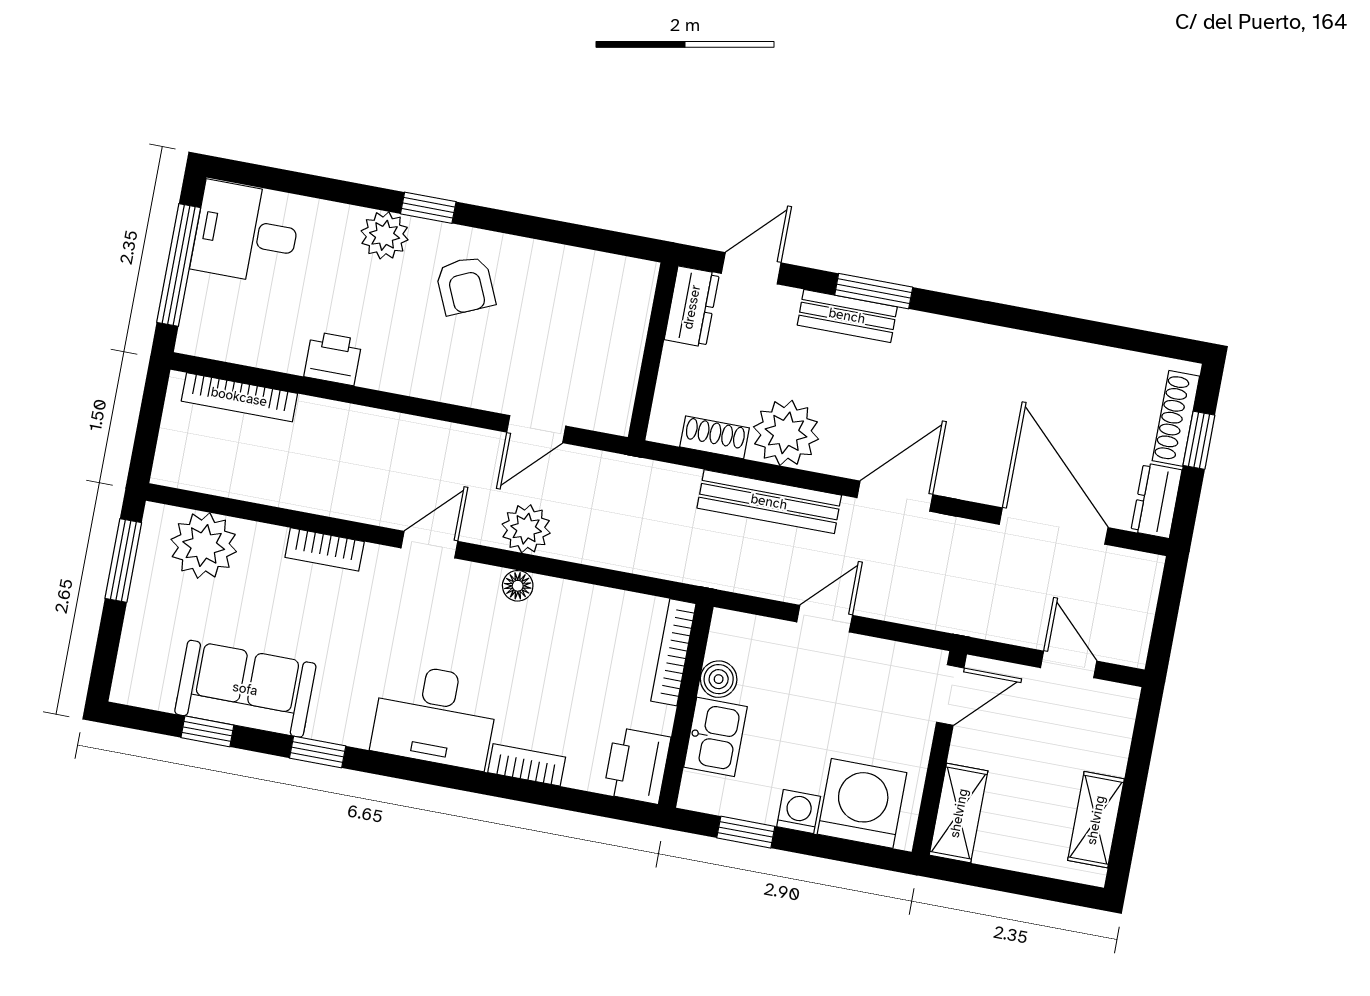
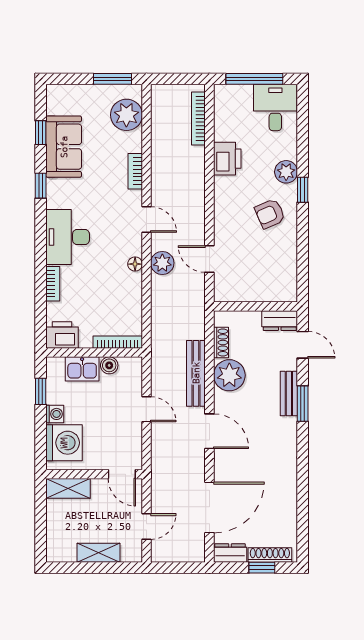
printer: (333, 358) -> (227, 159), width x1.36, depth x1.24
shelving: (1096, 820) -> (99, 553), moved

